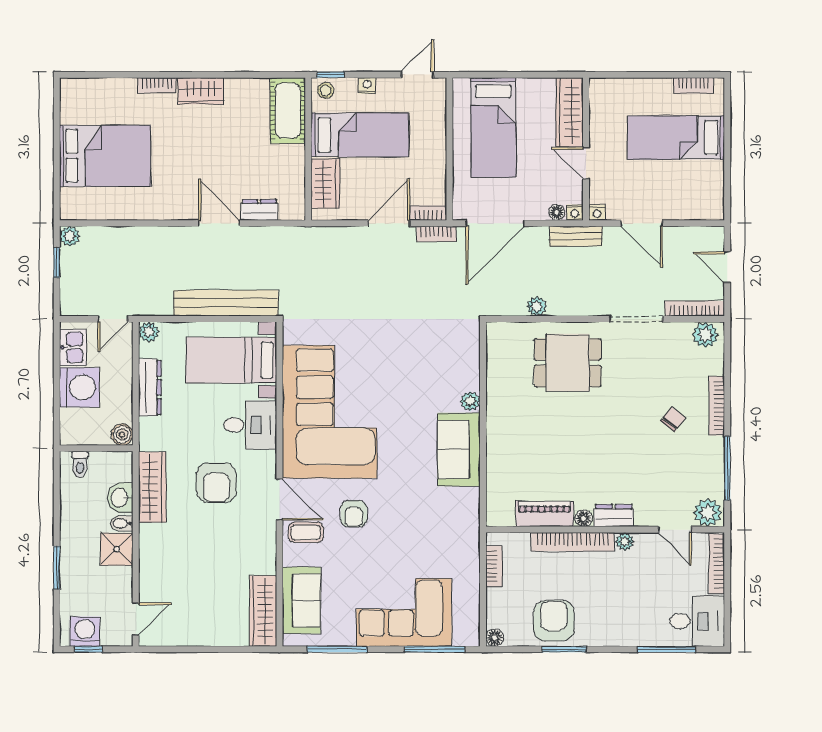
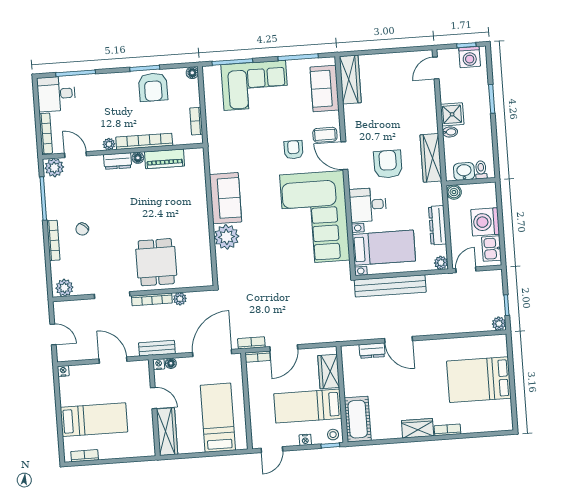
nightstand: (597, 212) -> (63, 371), moved
bookcase: (695, 308) -> (152, 299), moved
dining table: (568, 363) -> (156, 262), turned 90
plant: (470, 401) -> (227, 237), width x1.88, depth x1.88
washbasin: (120, 498) -> (464, 171), moved, turned -90

